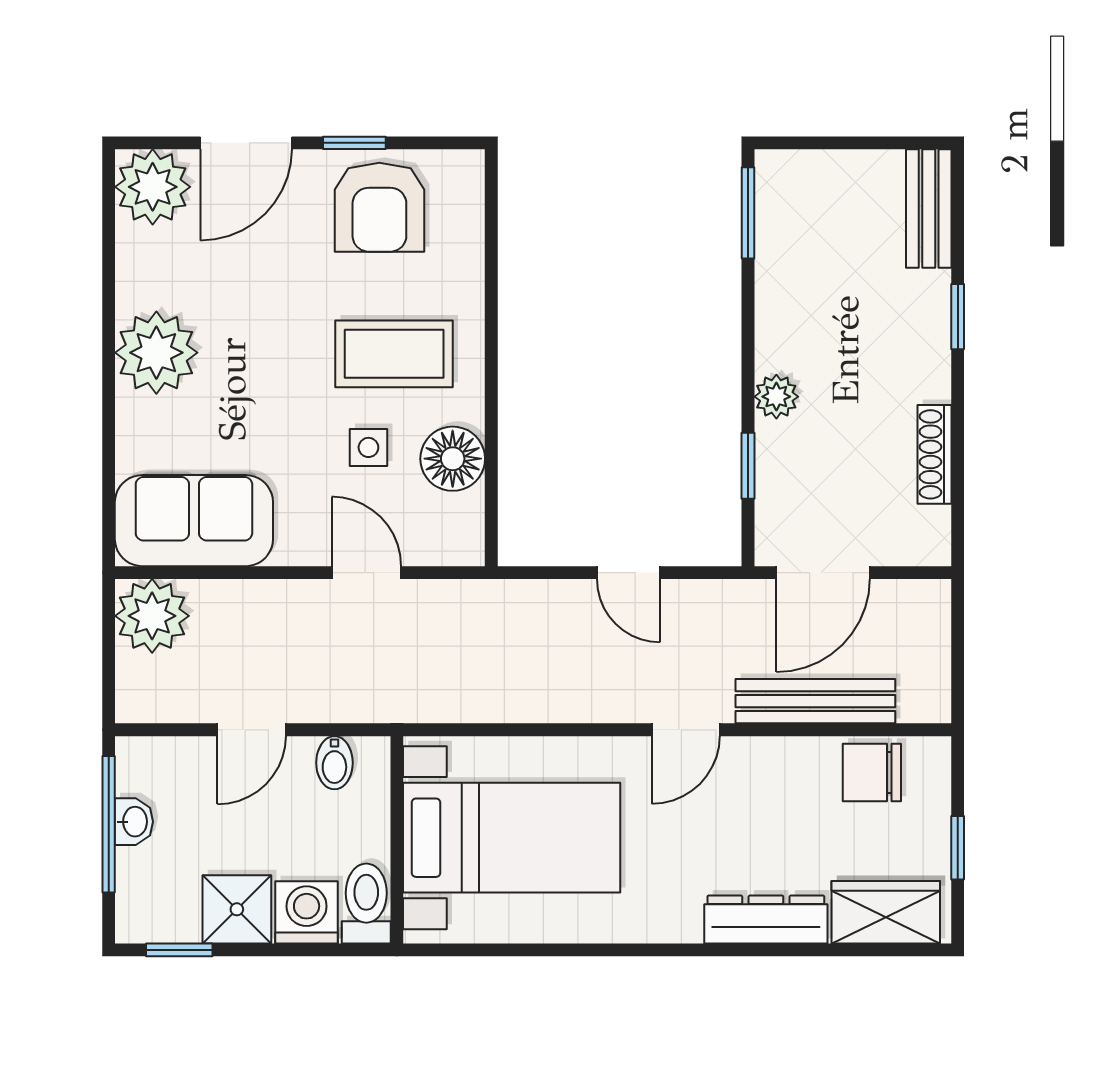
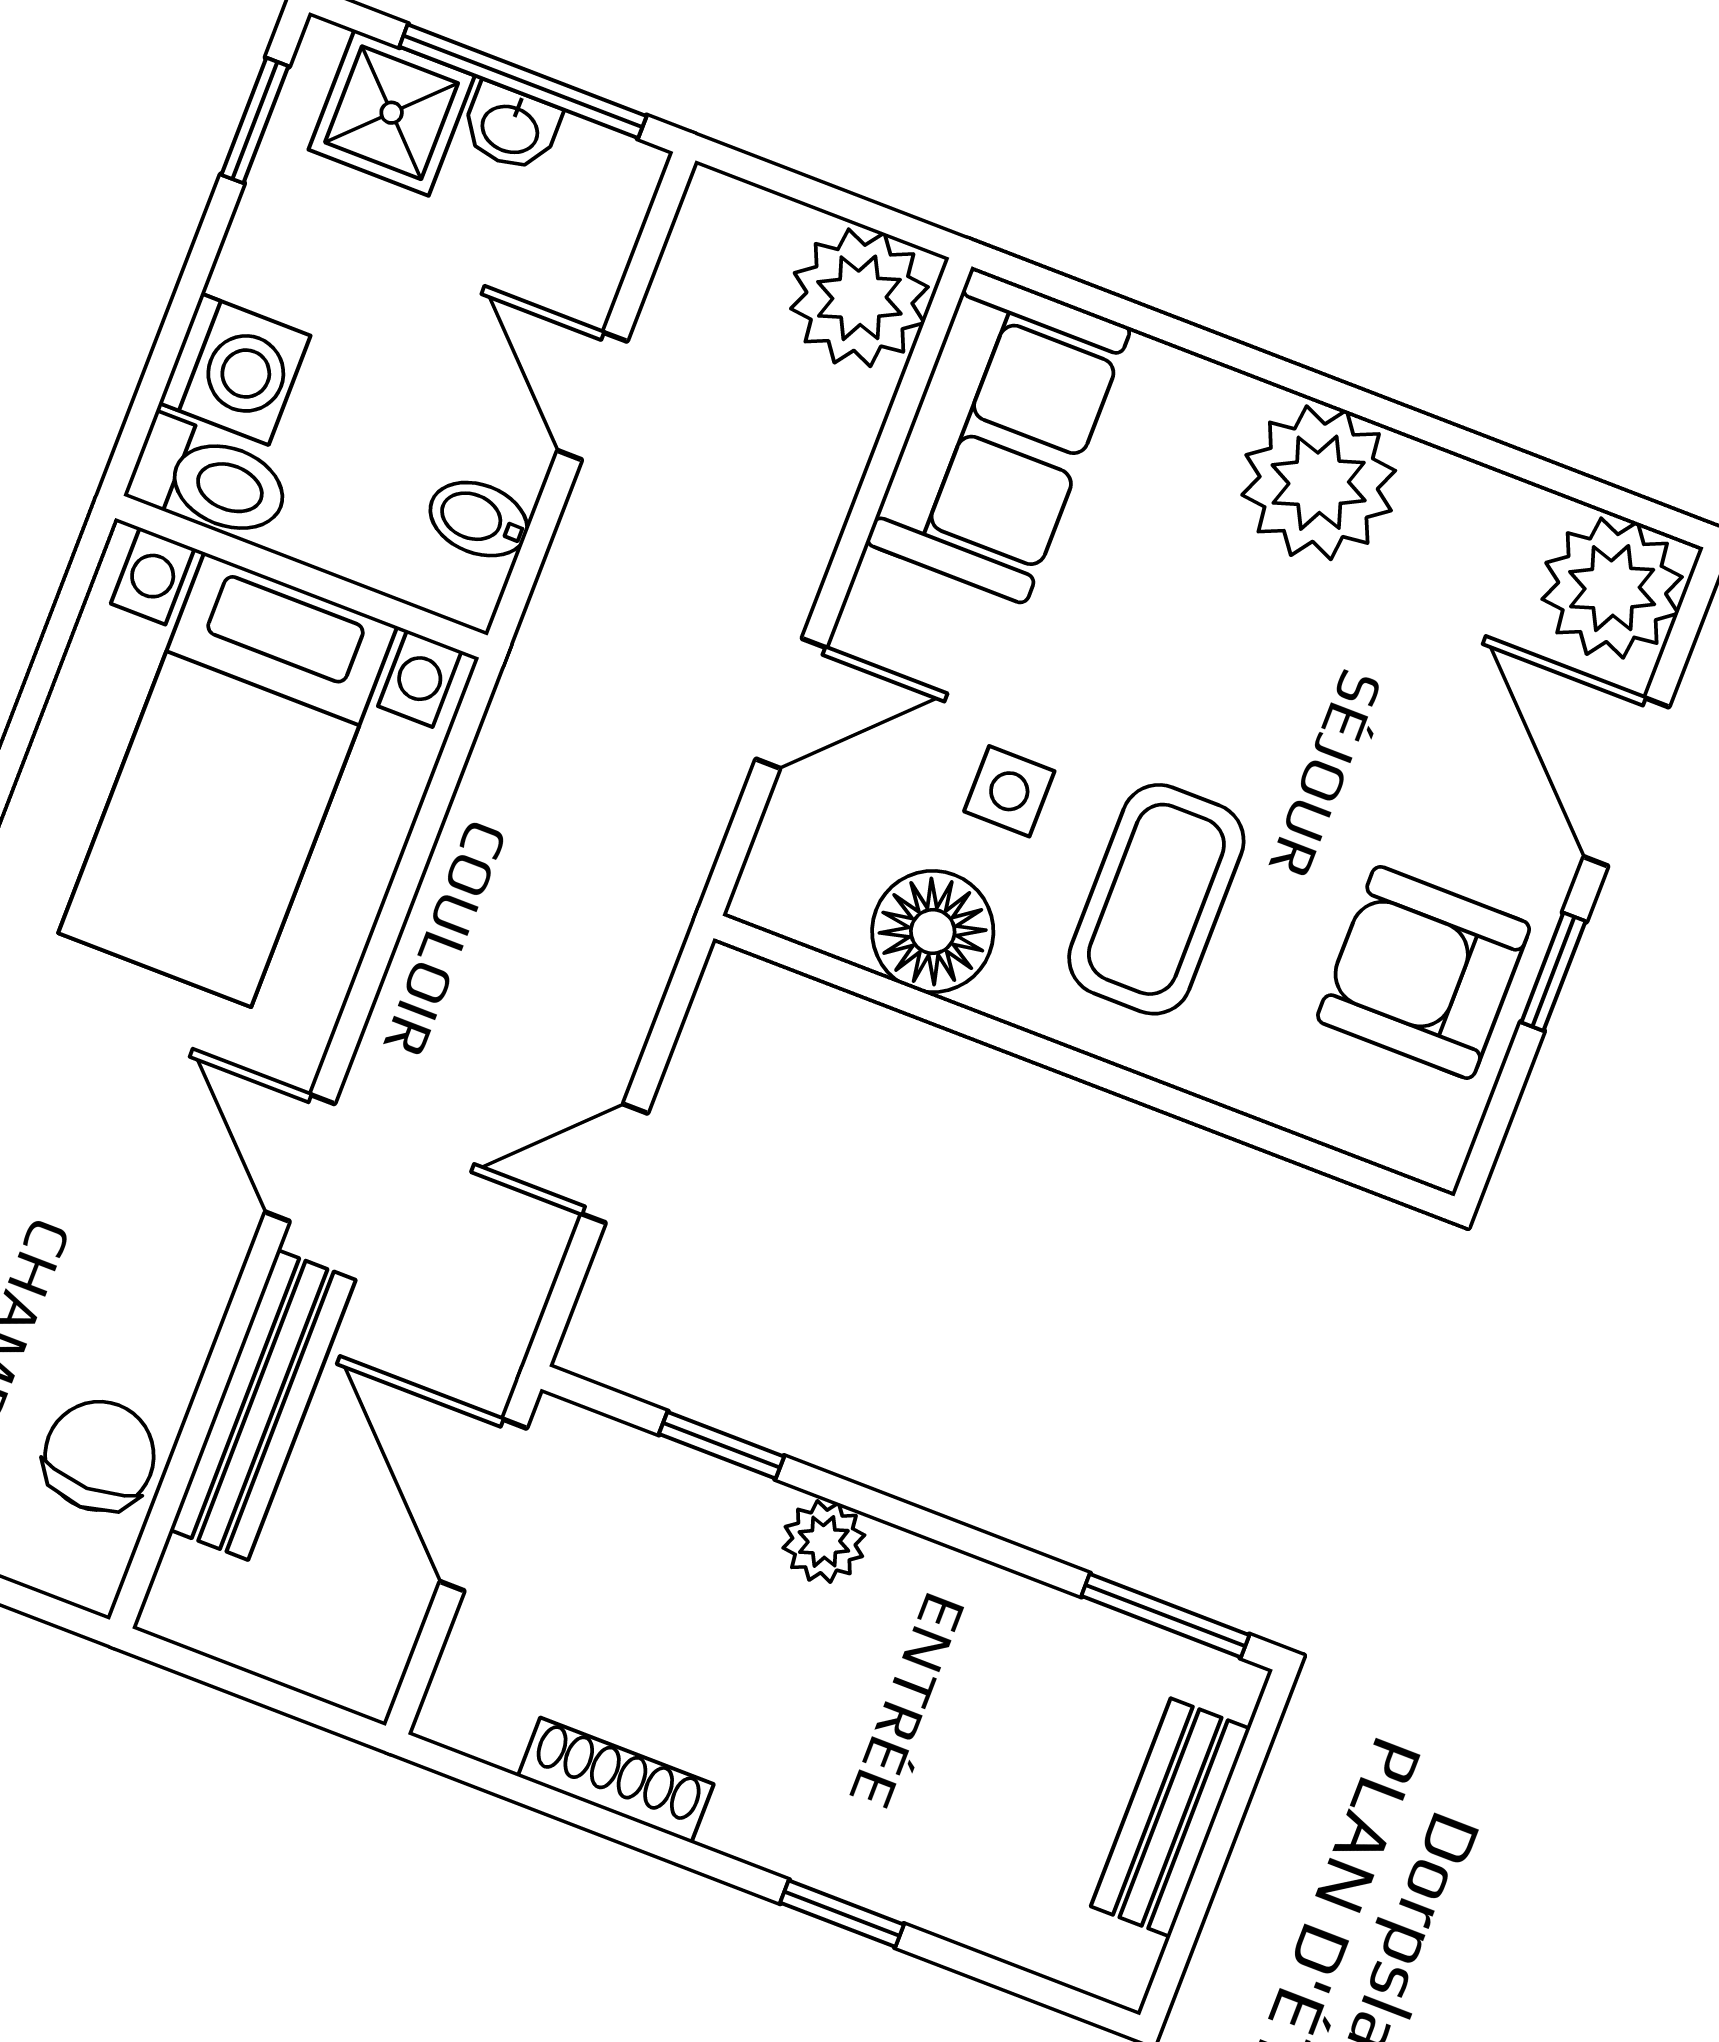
bench: (929, 209) -> (1170, 1818), moved, turned 90
shower: (237, 909) -> (392, 113), moved

